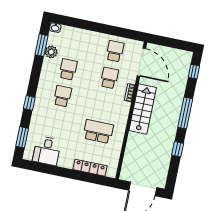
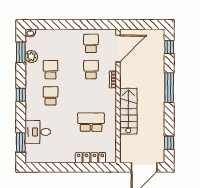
door: (141, 62) -> (118, 49), hinge flipped
window: (29, 103) -> (21, 95), moved
stairs: (143, 109) -> (128, 111), moved
window: (178, 149) -> (169, 143), moved
desk: (47, 151) -> (38, 132), moved, turned 90

